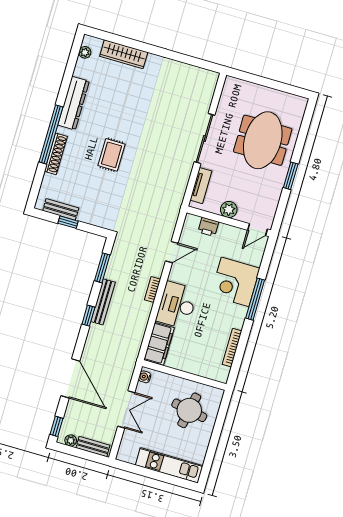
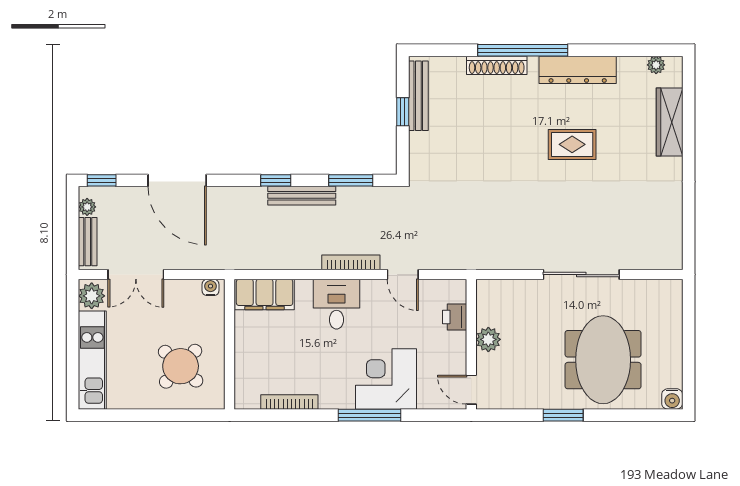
water cooler: (300, 103) -> (672, 399), added
meeting table: (263, 140) -> (603, 360), turned 90
rug: (111, 155) -> (572, 144), moved
tv unit: (201, 186) -> (511, 289), removed
bench: (61, 209) -> (418, 96), width x1.36
bookcase: (153, 290) -> (351, 262), width x1.56
desk: (177, 305) -> (336, 304), width x0.73
door: (70, 378) -> (177, 180), hinge flipped
double door: (126, 409) -> (136, 275), moved
round table: (189, 410) -> (181, 366), turned 32
plant: (128, 454) -> (92, 296), added

